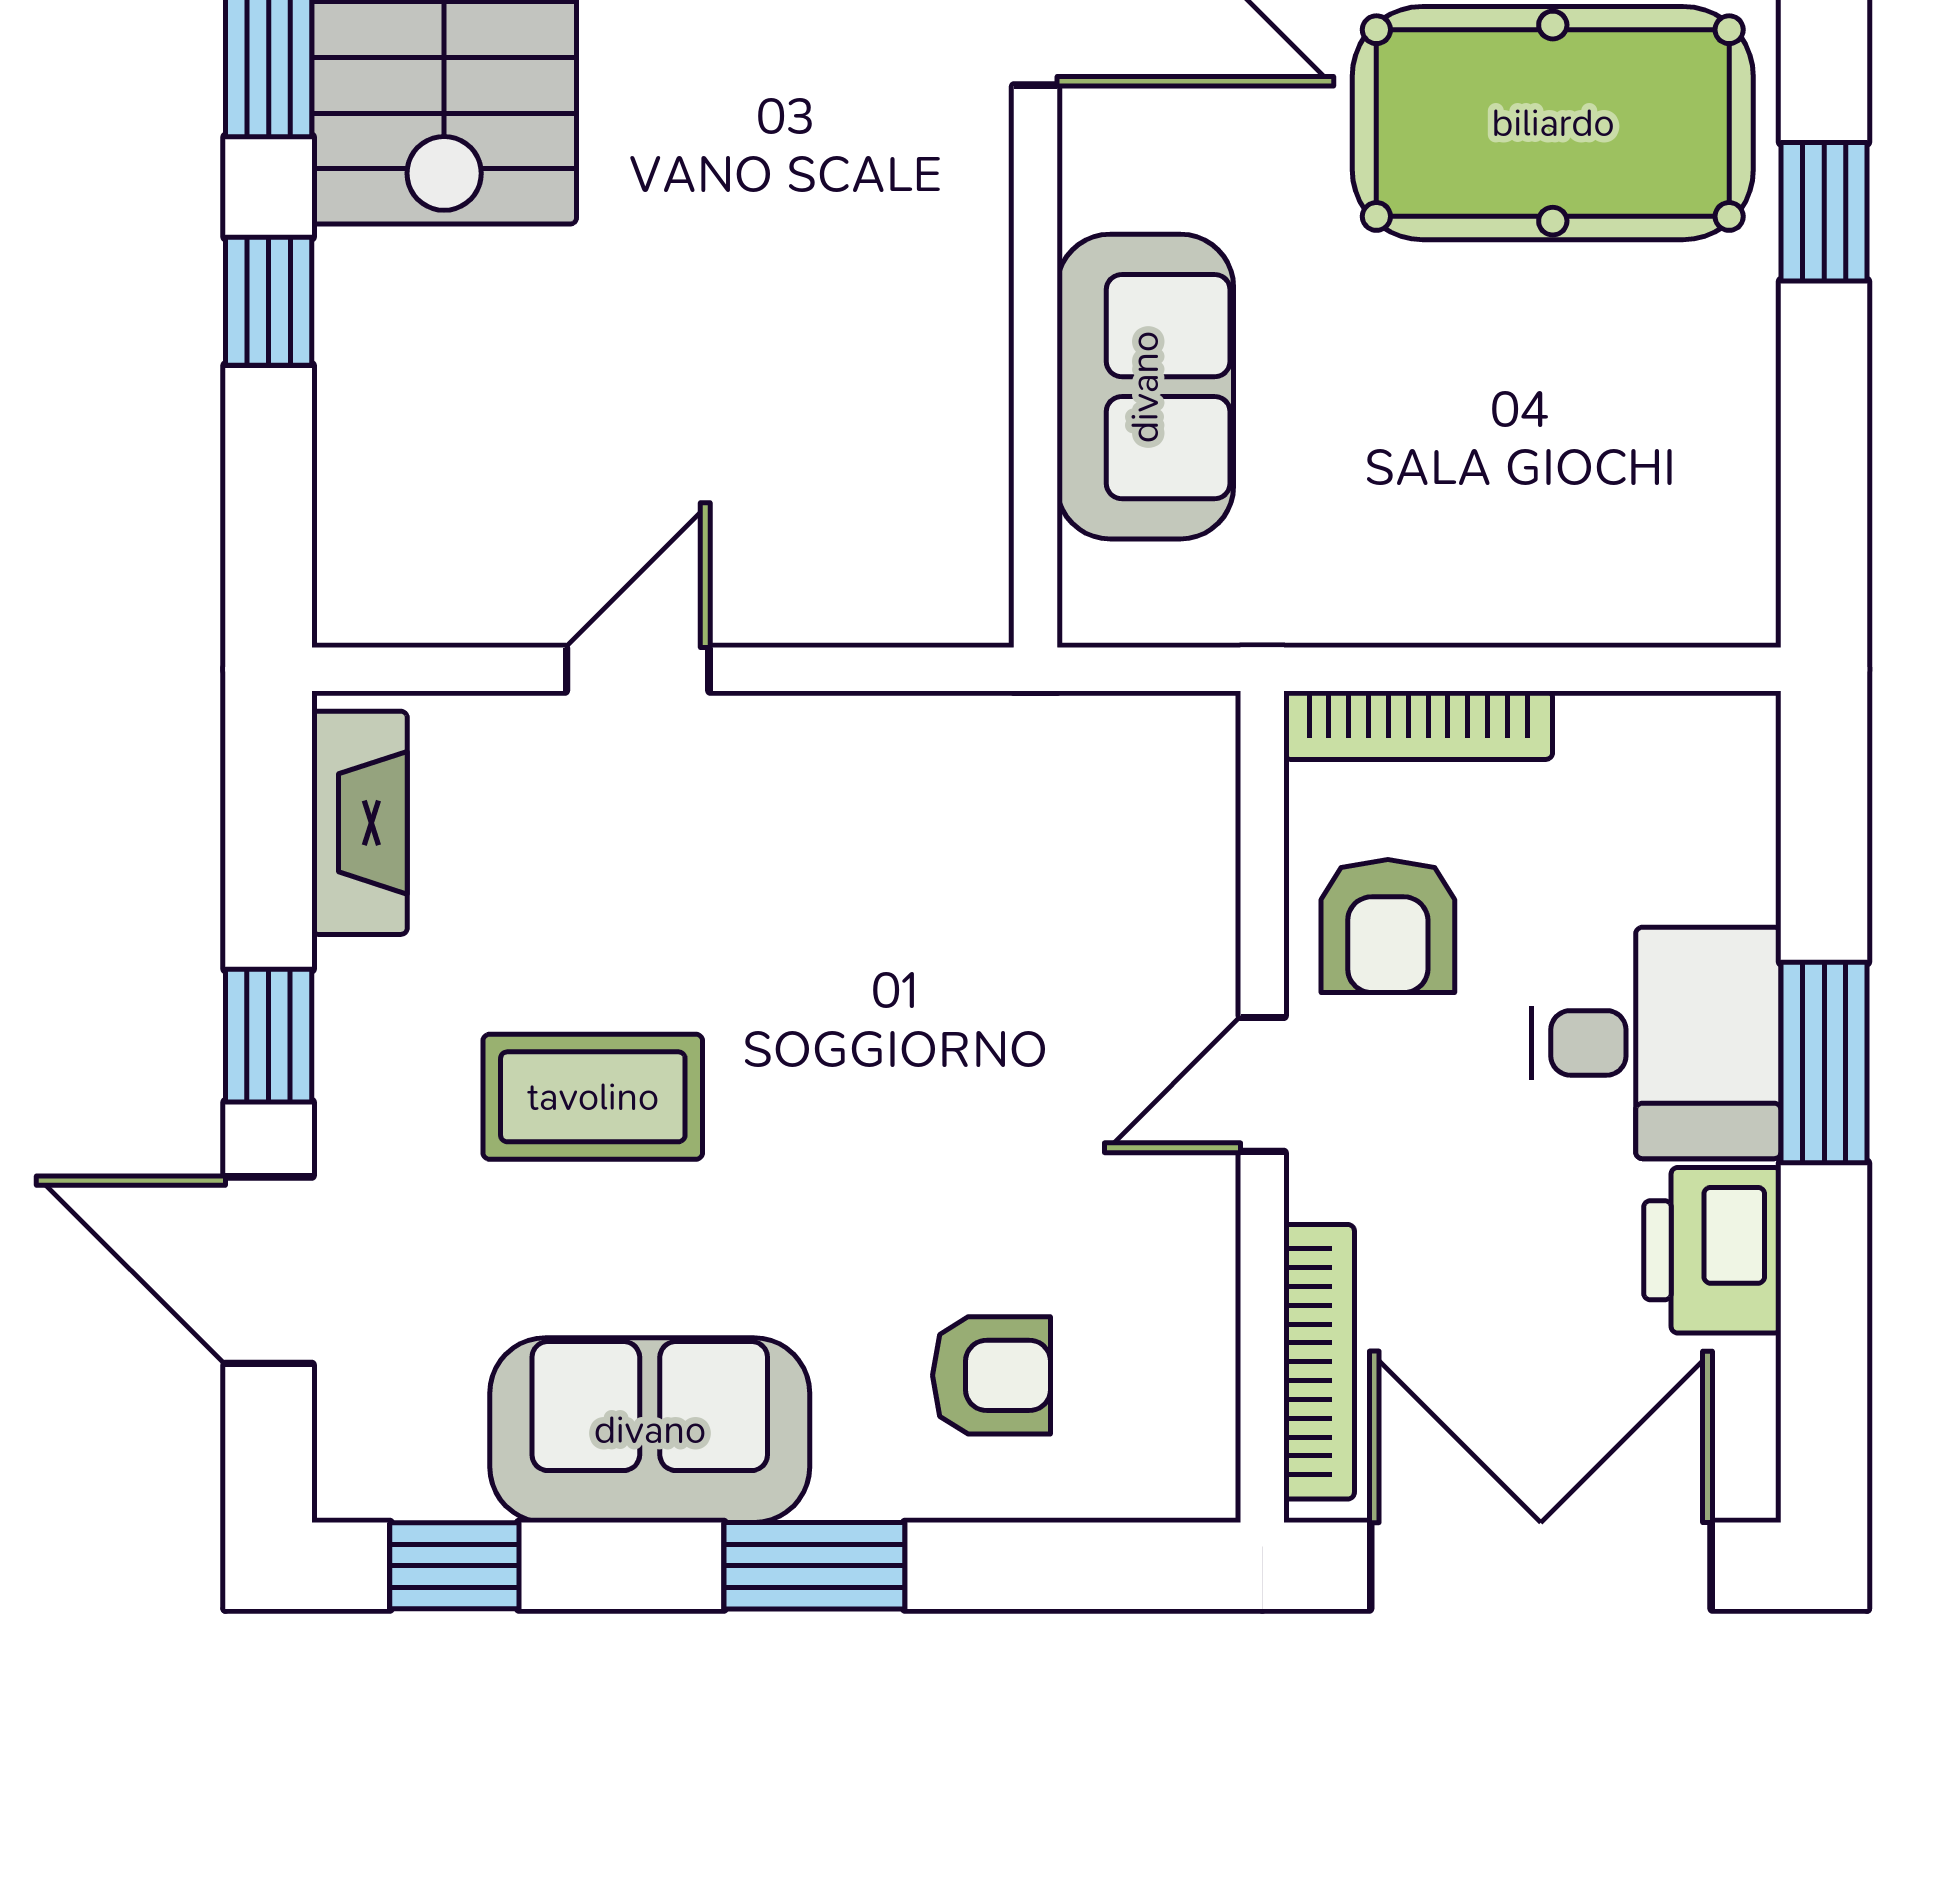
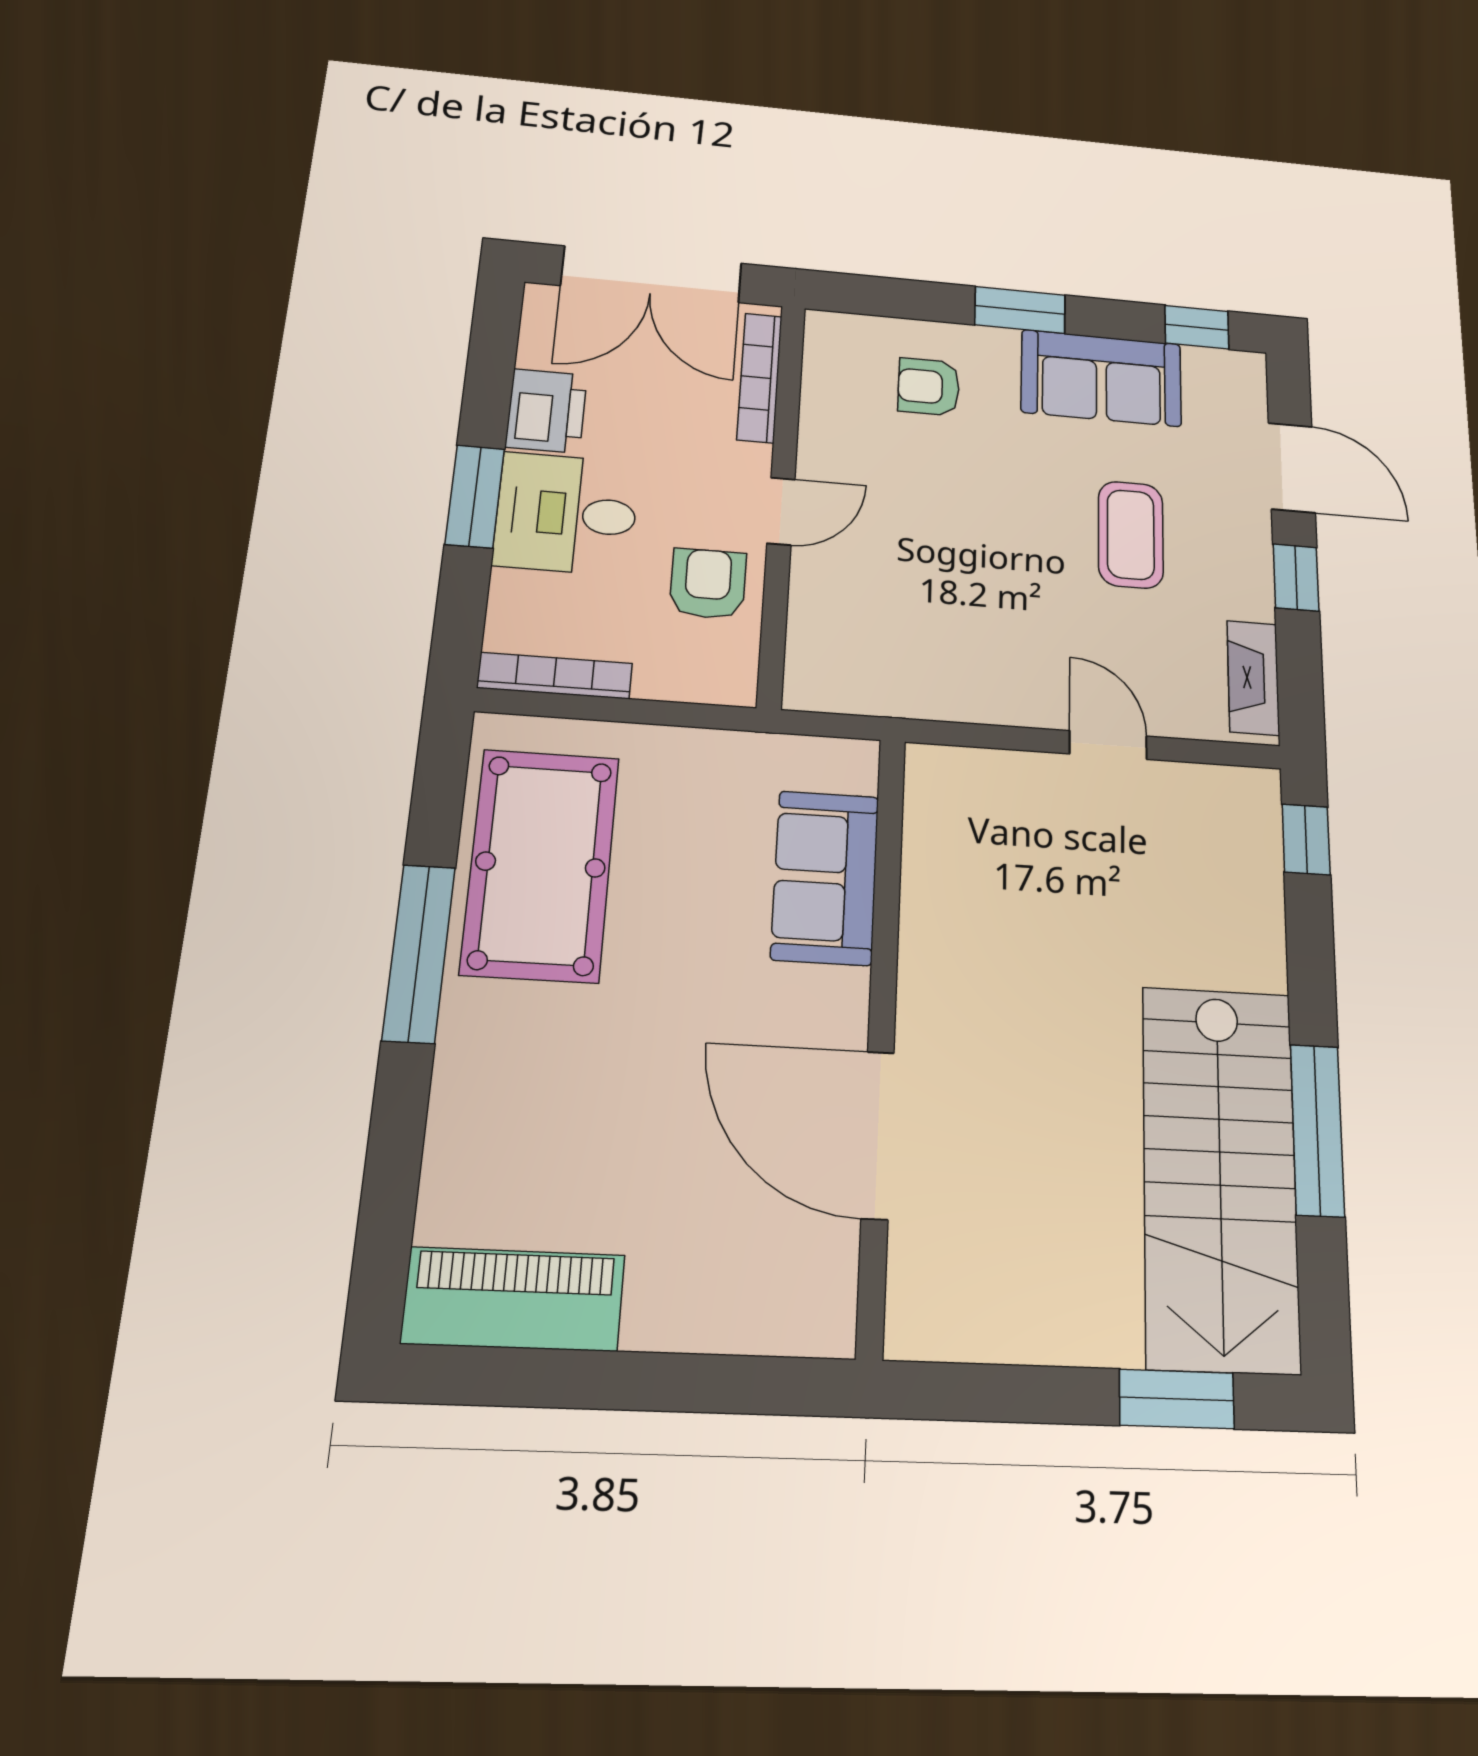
pool table: (1553, 123) -> (541, 865), moved, turned 90
window: (1824, 212) -> (419, 953), width x2.17
window: (269, 301) -> (1306, 839), moved
door: (638, 669) -> (1108, 745), swing flipped
bookcase: (1418, 725) -> (555, 676), moved
coffee table: (593, 1097) -> (1131, 535), turned 90

